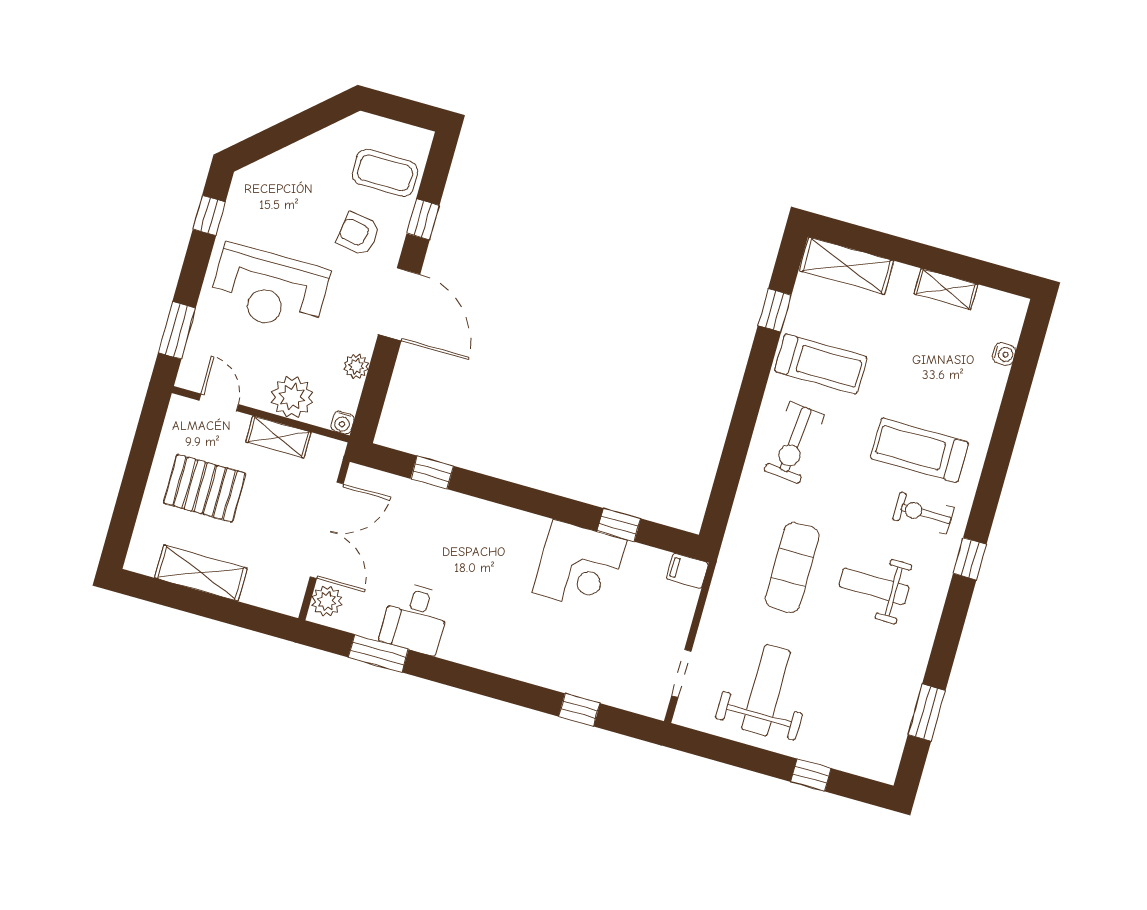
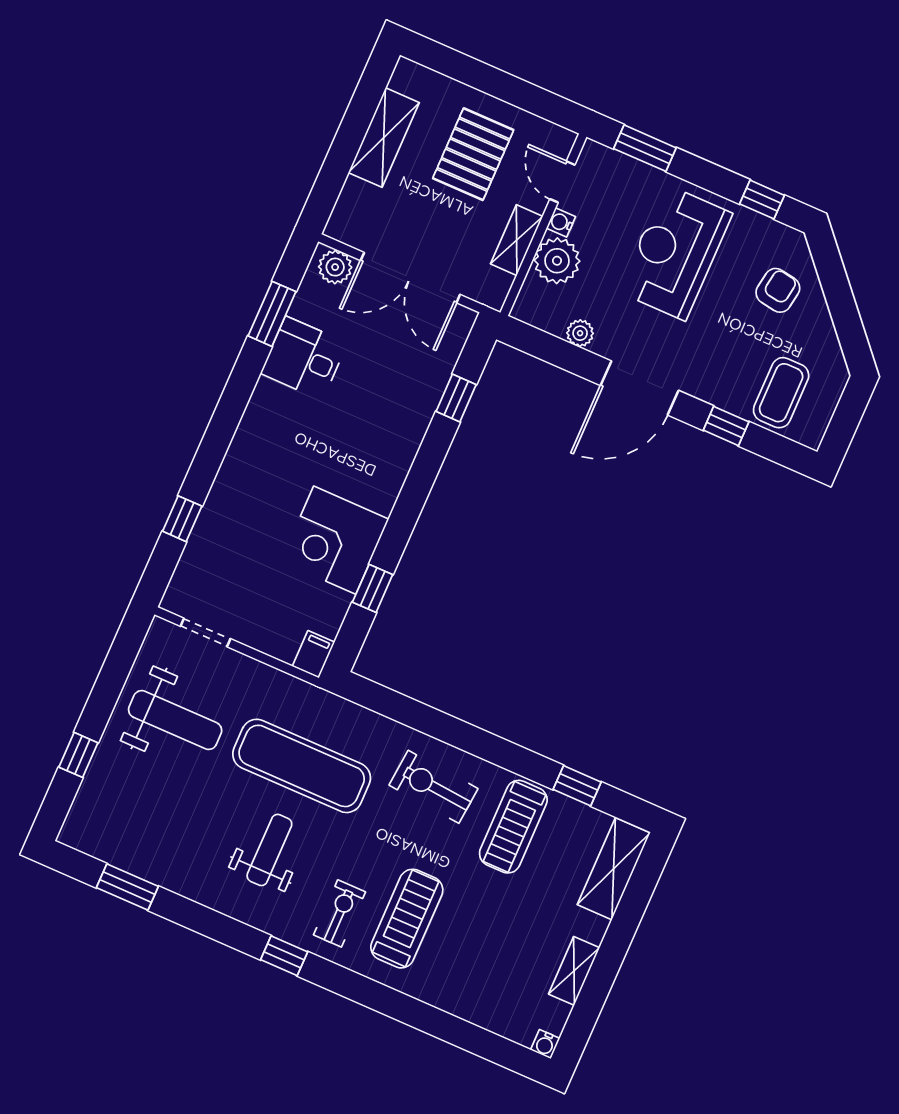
armchair: (358, 234) -> (778, 290), moved
water cooler: (1004, 354) -> (545, 1044), moved
door: (219, 402) -> (562, 182), swing flipped
water cooler: (342, 423) -> (561, 222), moved
exercise mat: (792, 567) -> (302, 766), width x1.36, depth x1.45

